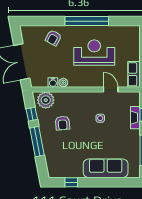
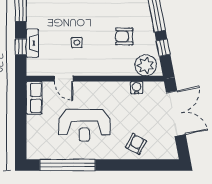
window: (87, 21) -> (68, 165), moved
plant: (63, 83) -> (123, 87), removed
armchair: (63, 123) -> (124, 36), turned -85

